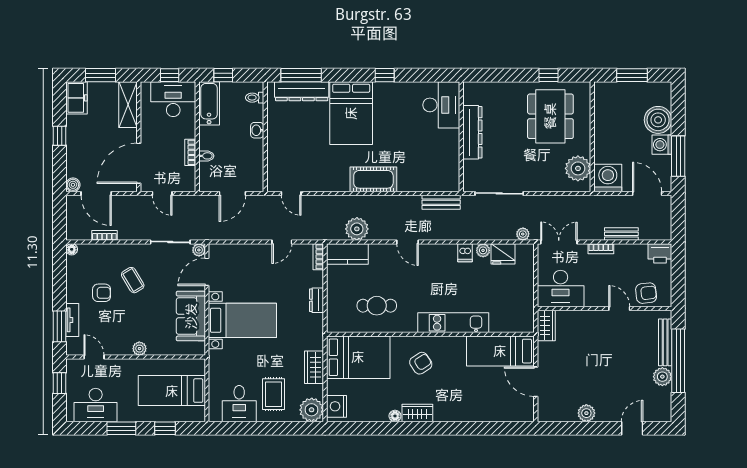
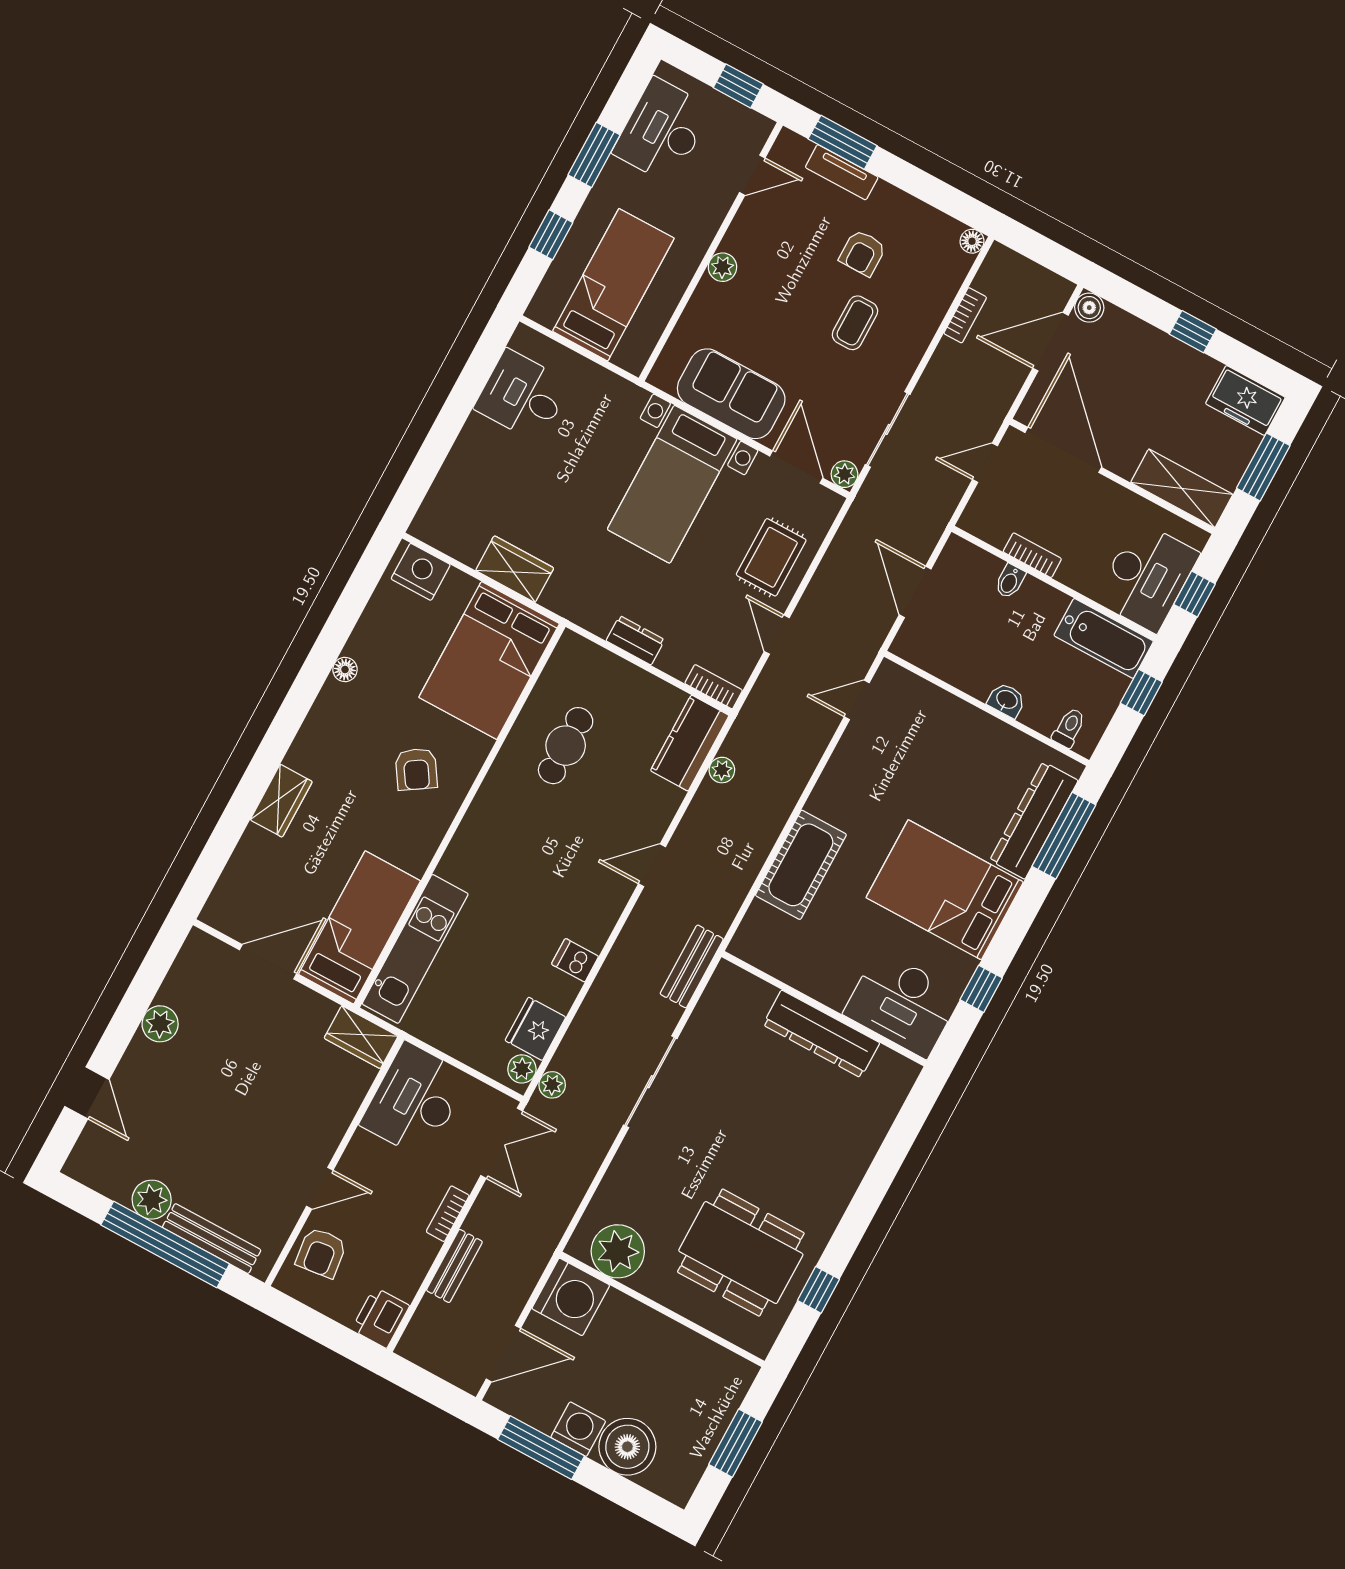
desk: (441, 105) -> (902, 1004), moved
dresser: (472, 132) -> (821, 1034), moved
wall: (461, 137) -> (824, 1009), moved
plant: (357, 229) -> (722, 770), width x0.53, depth x0.53
plant: (483, 250) -> (522, 1069), moved
coffee table: (133, 280) -> (855, 323), turned -59
kitchen unit: (453, 323) -> (415, 949), moved
rug: (274, 394) -> (771, 557), moved, turned 90
plant: (312, 410) -> (439, 522), removed
wardrobe: (417, 413) -> (281, 801), moved

